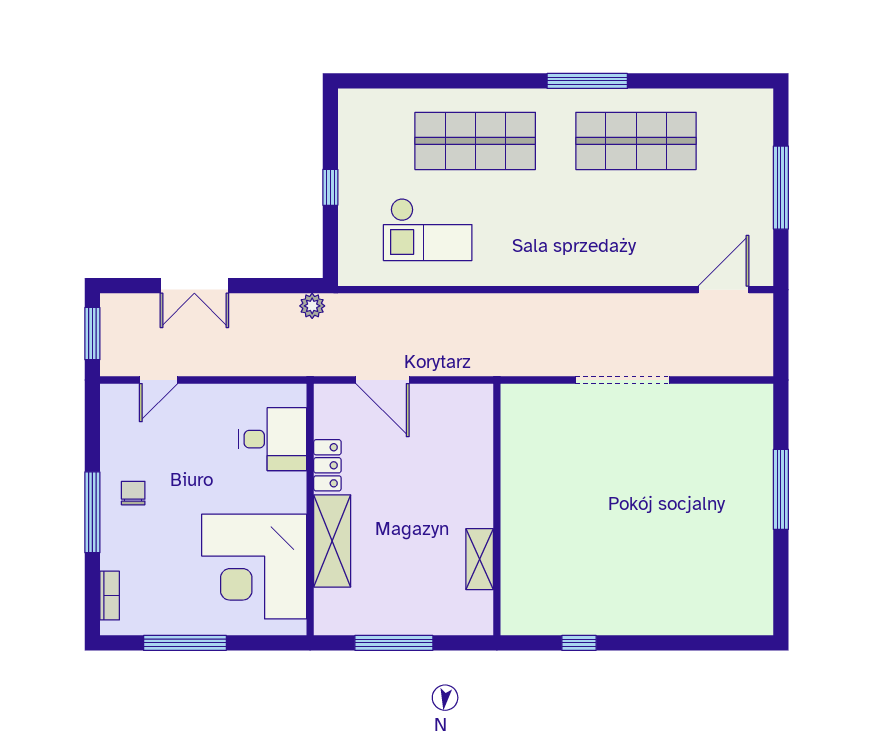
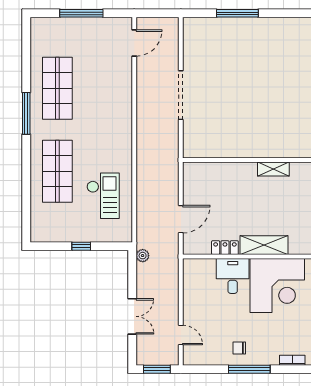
door: (724, 290) -> (134, 43), swing flipped
desk: (273, 439) -> (233, 276), moved

